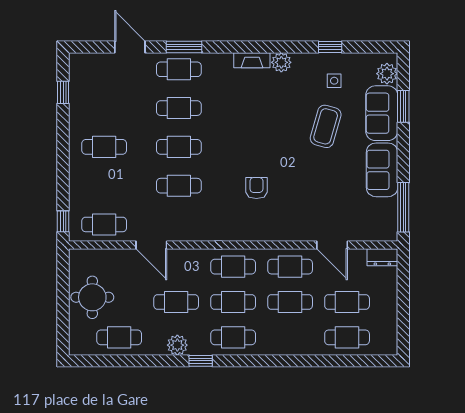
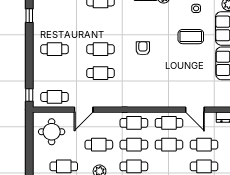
cafe table: (179, 108) -> (101, 25), removed
coffee table: (326, 126) -> (191, 37), turned 74
armchair: (256, 188) -> (143, 48), moved
door: (151, 245) -> (84, 110), hinge flipped
round table: (92, 297) -> (52, 132), moved

